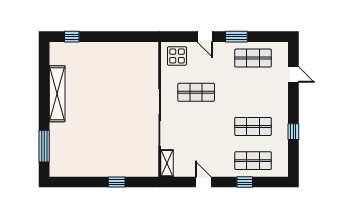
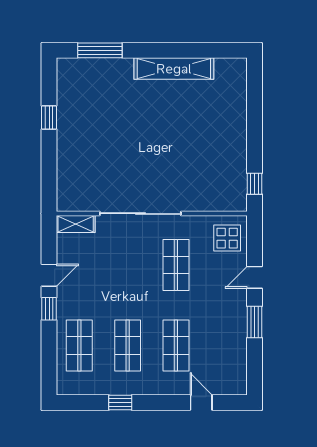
window: (72, 37) -> (254, 184), moved
shop shelf: (253, 58) -> (176, 345), moved
door: (293, 74) -> (201, 402), swing flipped
window: (117, 182) -> (49, 118), moved
window: (245, 182) -> (49, 309), moved

